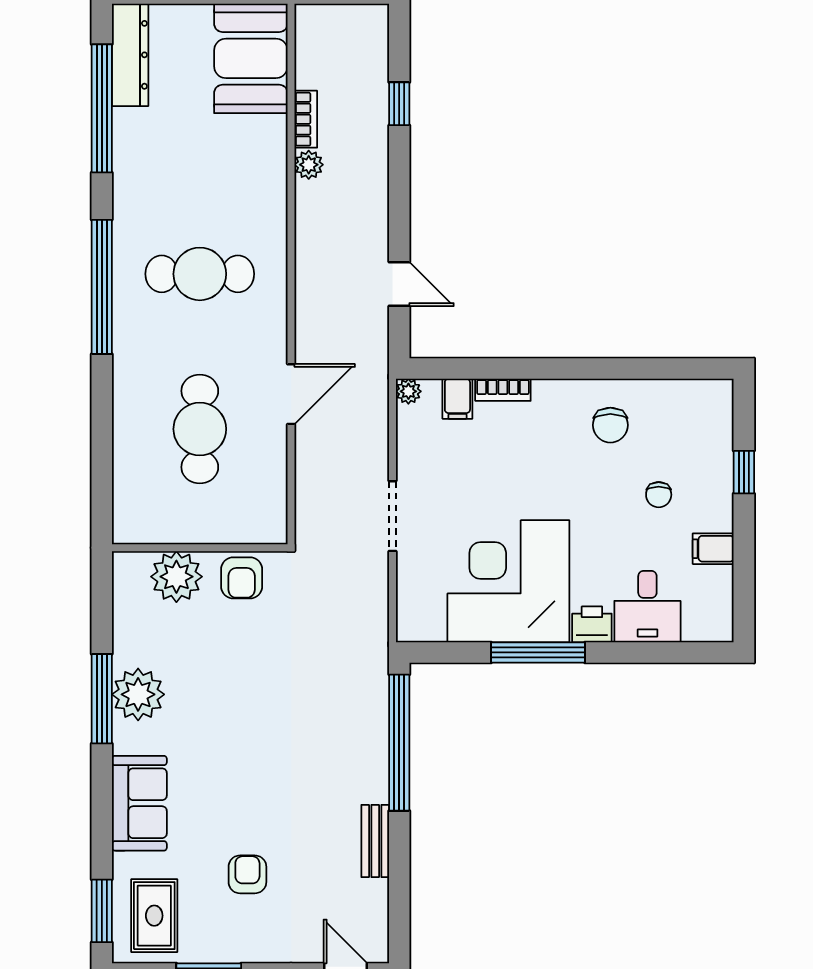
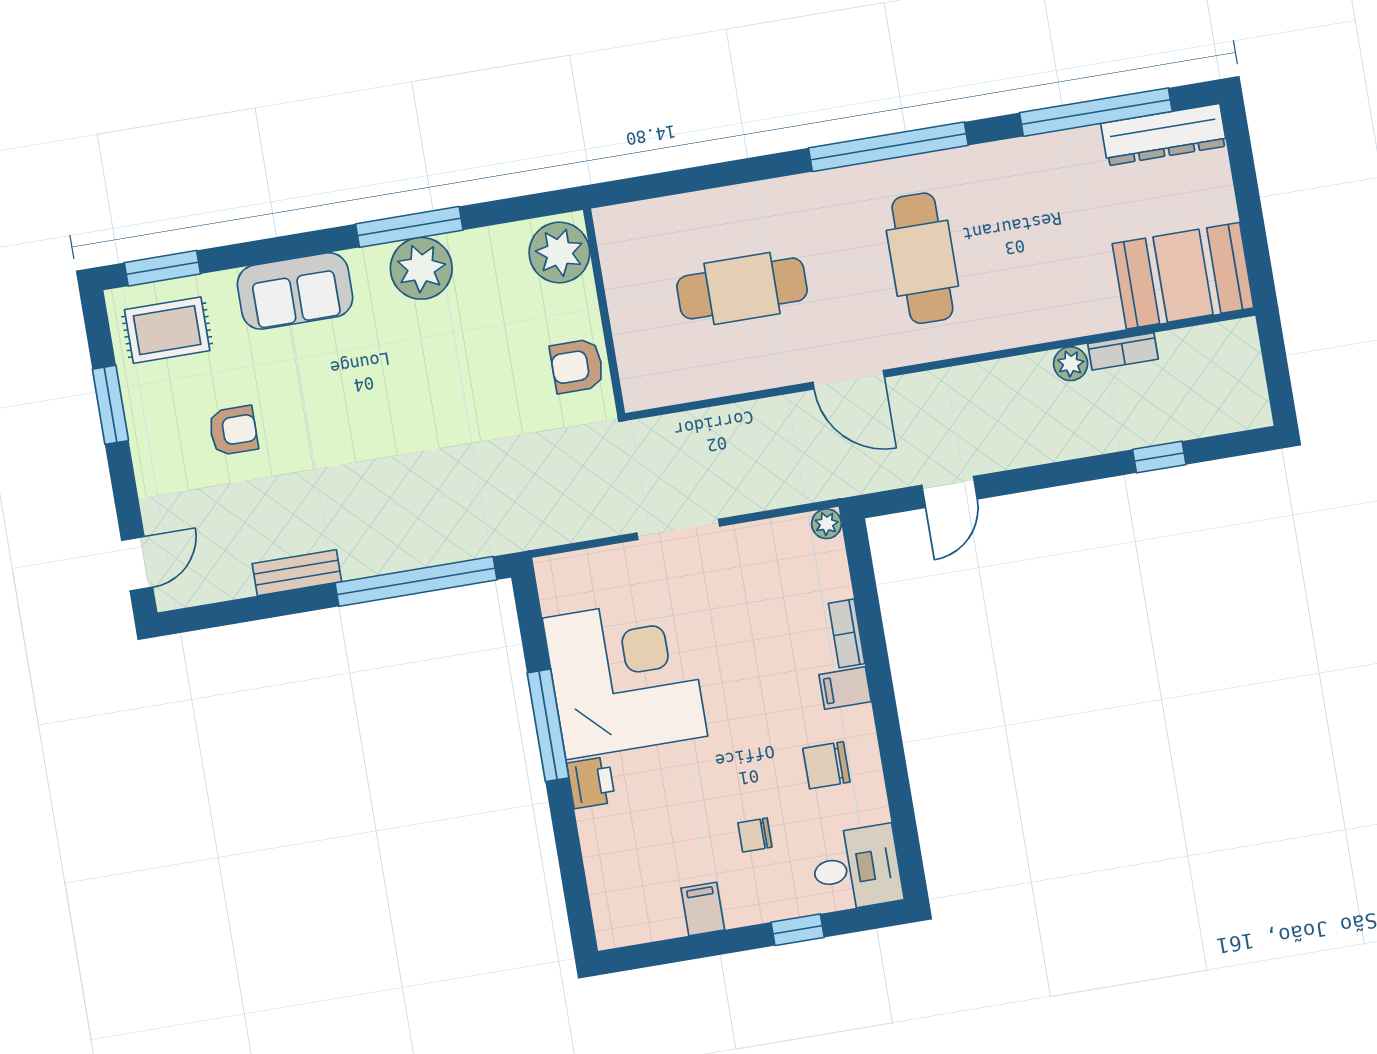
door: (291, 394) -> (849, 380), moved
filing cabinet: (457, 399) -> (845, 688), moved
plant: (176, 577) -> (559, 253), moved
desk: (647, 607) -> (856, 868), moved, turned 180

